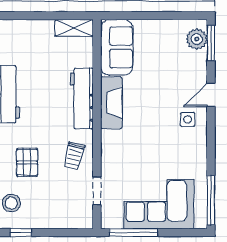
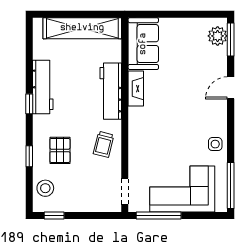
shelving: (74, 28) -> (82, 28), width x2.20, depth x1.33
fireplace: (111, 103) -> (136, 89), width x0.73, depth x0.76
side table: (188, 119) -> (215, 144), moved
doorway: (97, 191) -> (125, 191), moved

